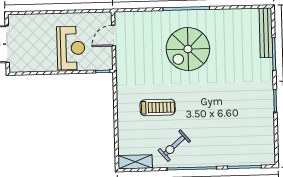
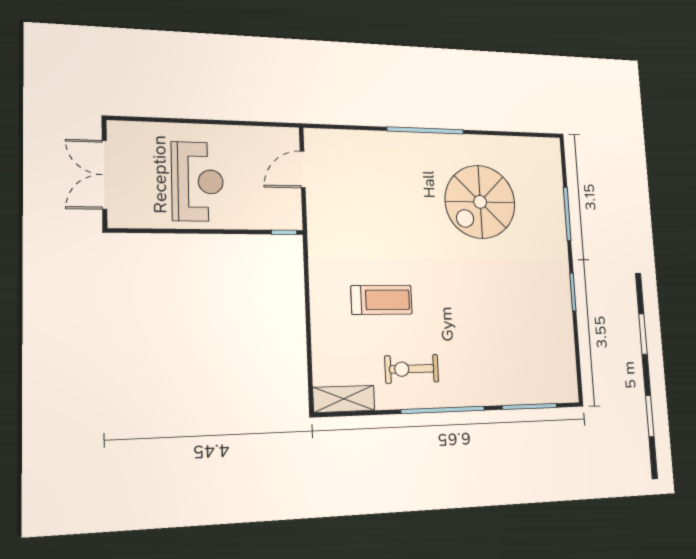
bench: (266, 33) -> (553, 178), removed
reception desk: (71, 48) -> (197, 182), moved
spiral stairs: (188, 49) -> (480, 202), moved
exercise bike: (174, 146) -> (412, 369), turned 41

